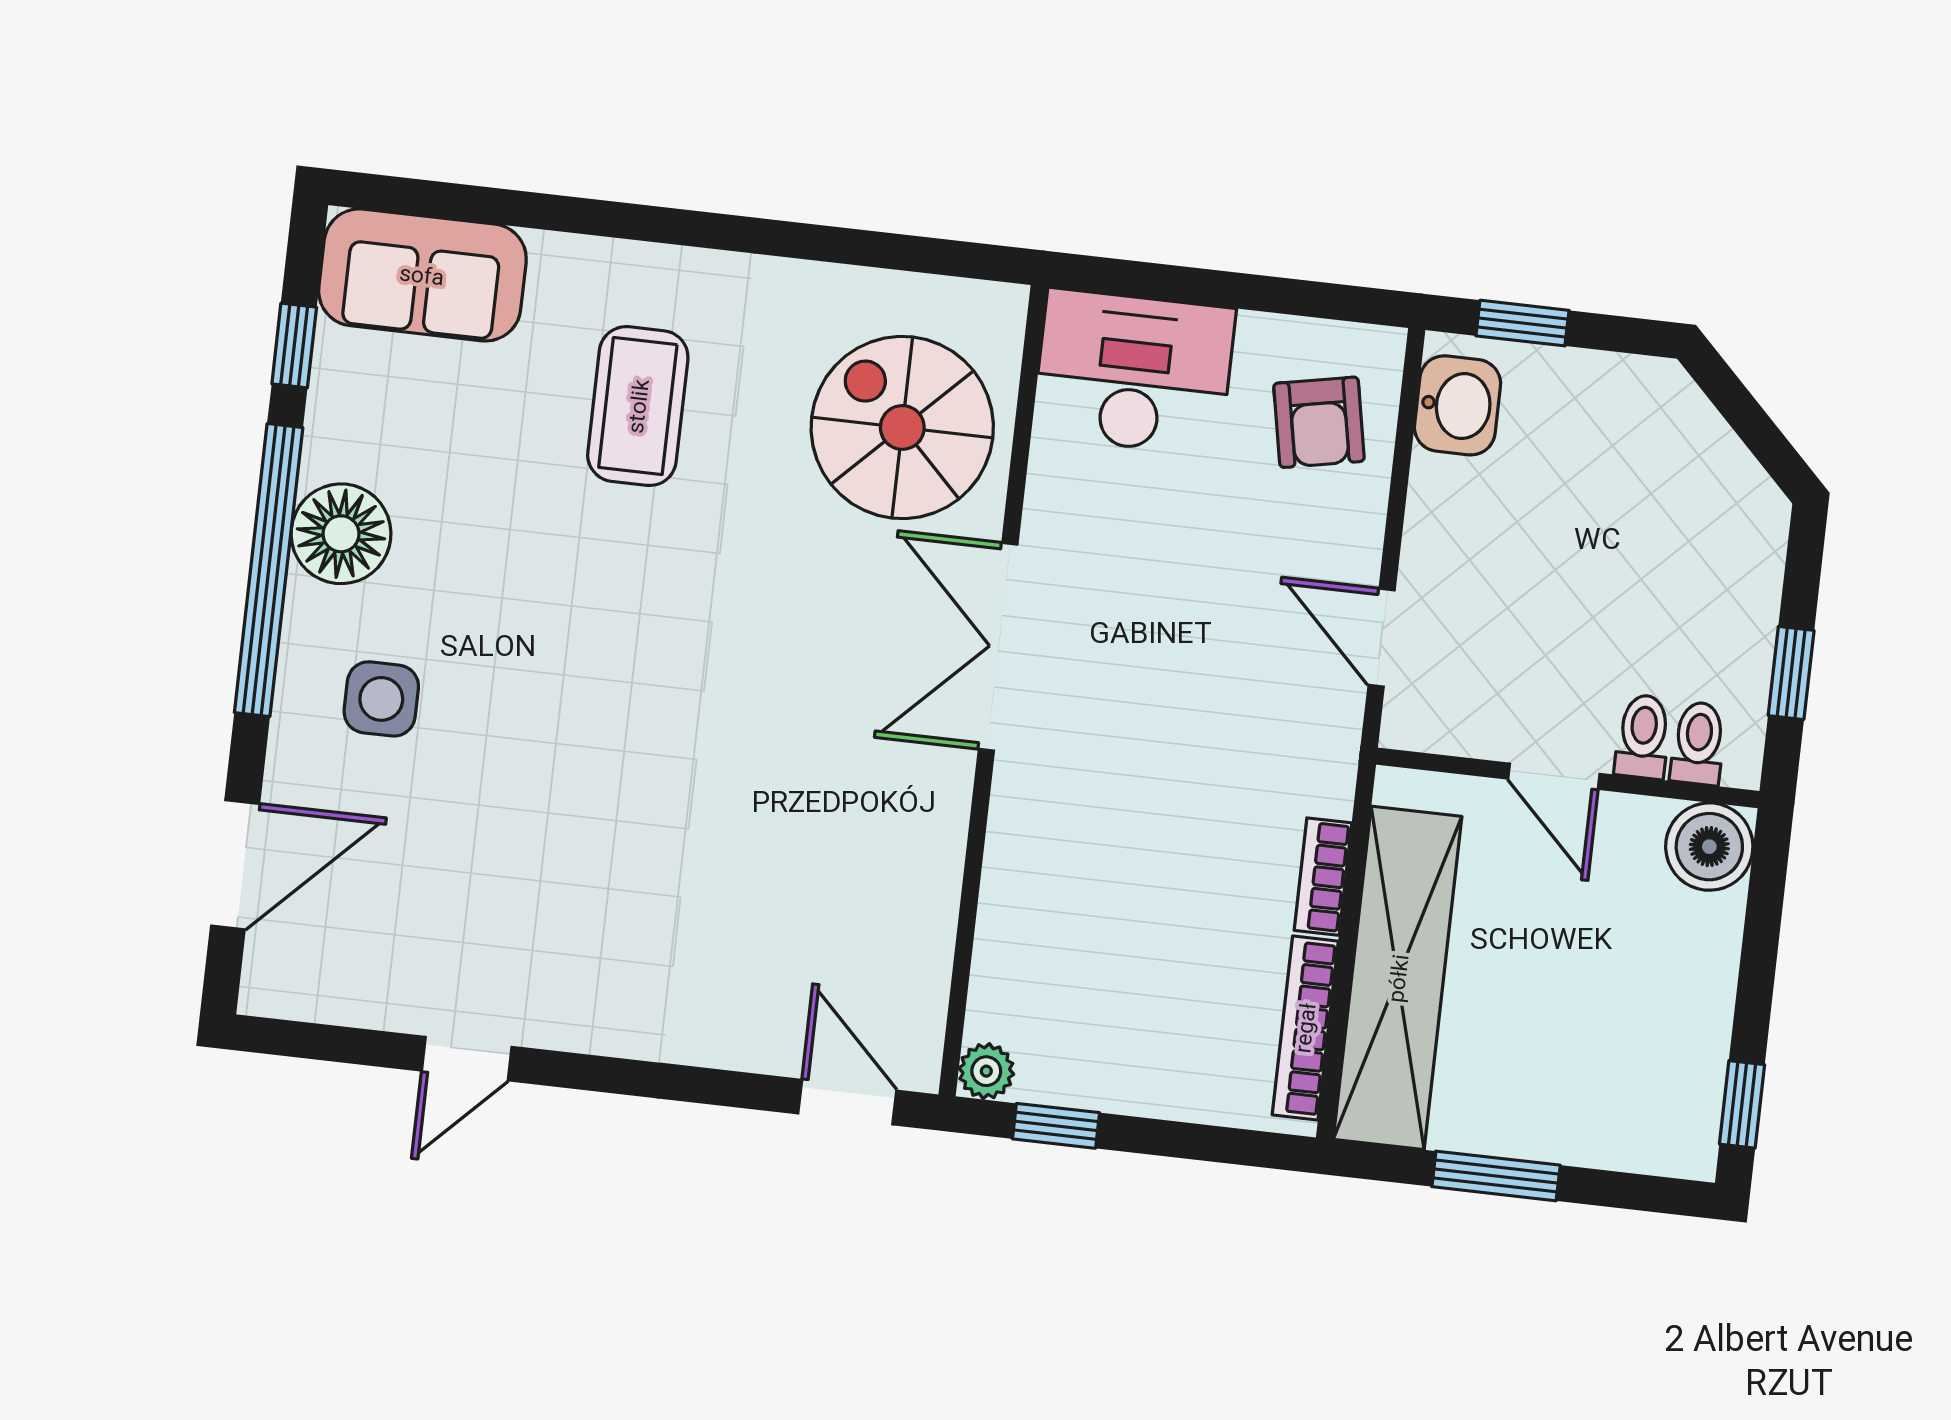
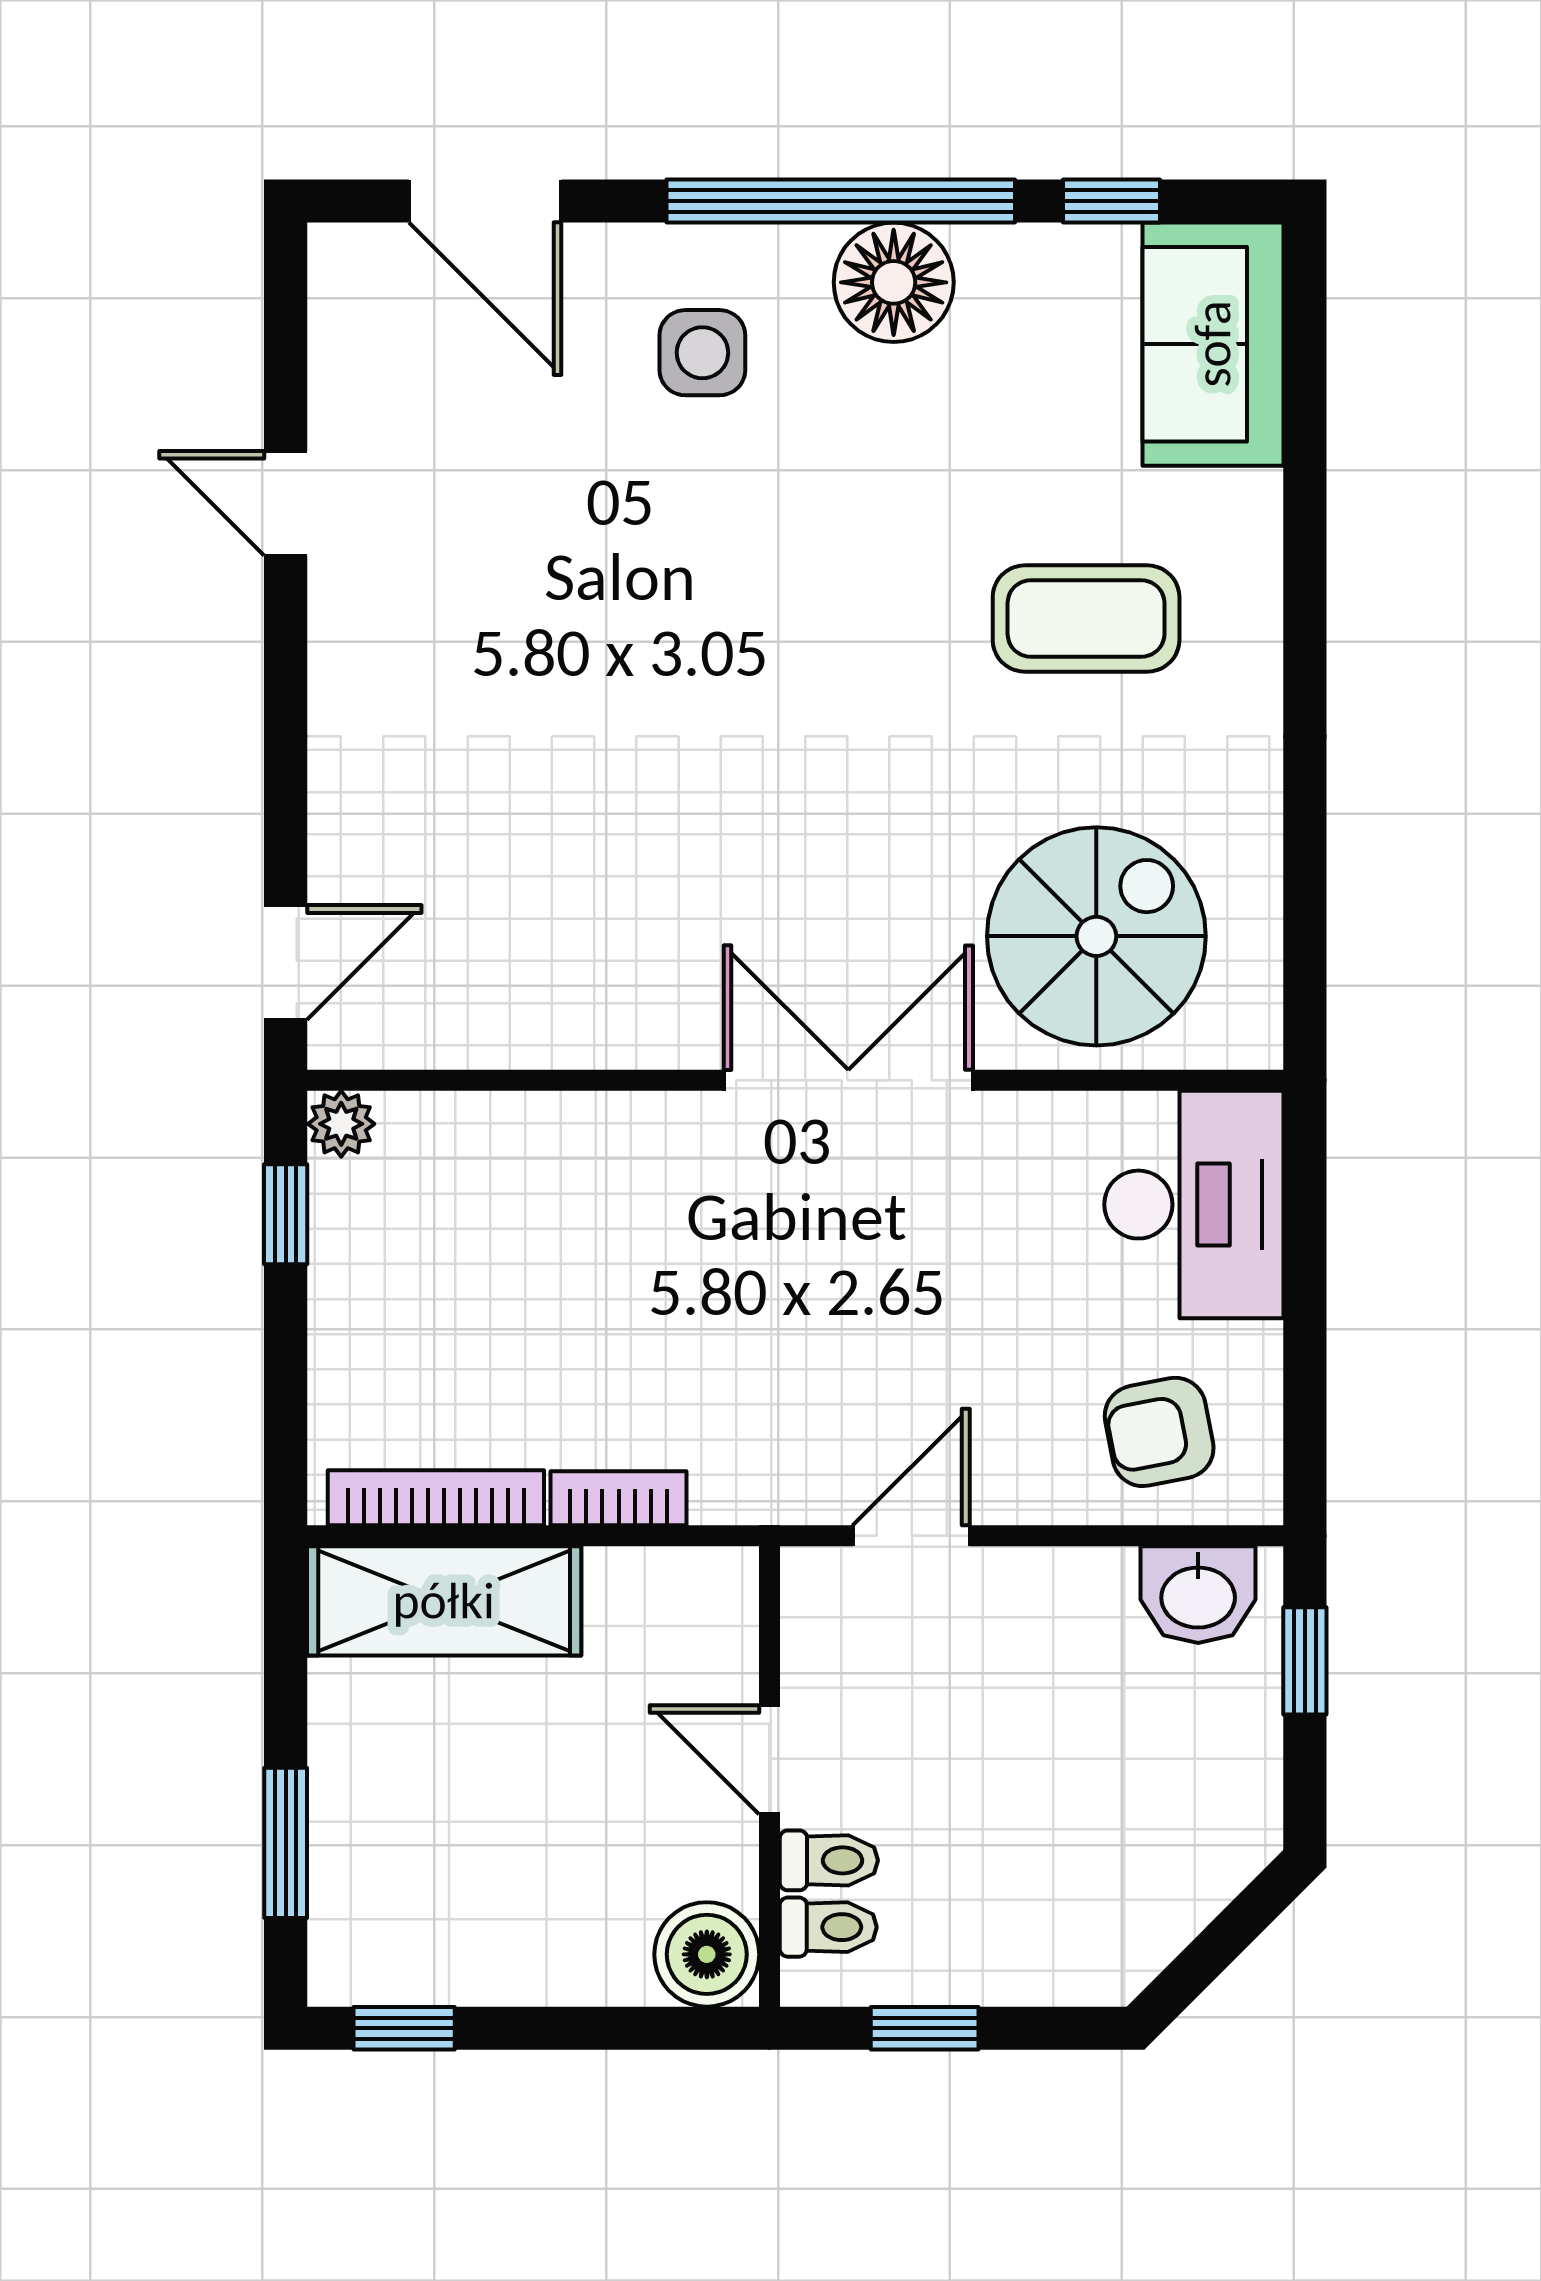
door: (1554, 776) -> (769, 1760), hinge flipped
shelving: (1398, 978) -> (444, 1601), width x0.68
window: (1496, 1176) -> (286, 1843), moved

